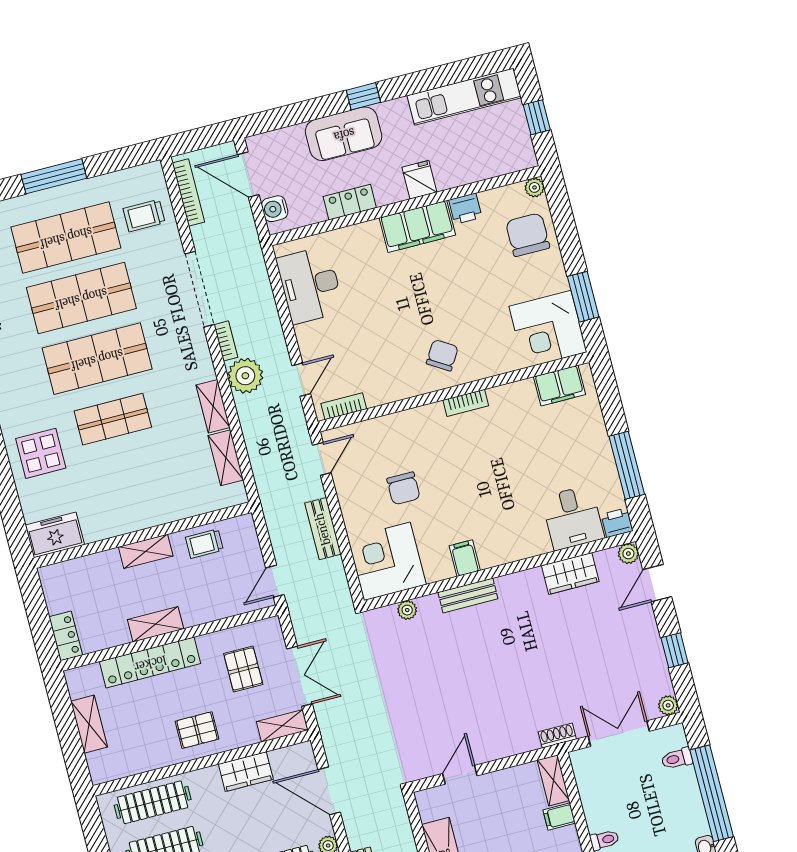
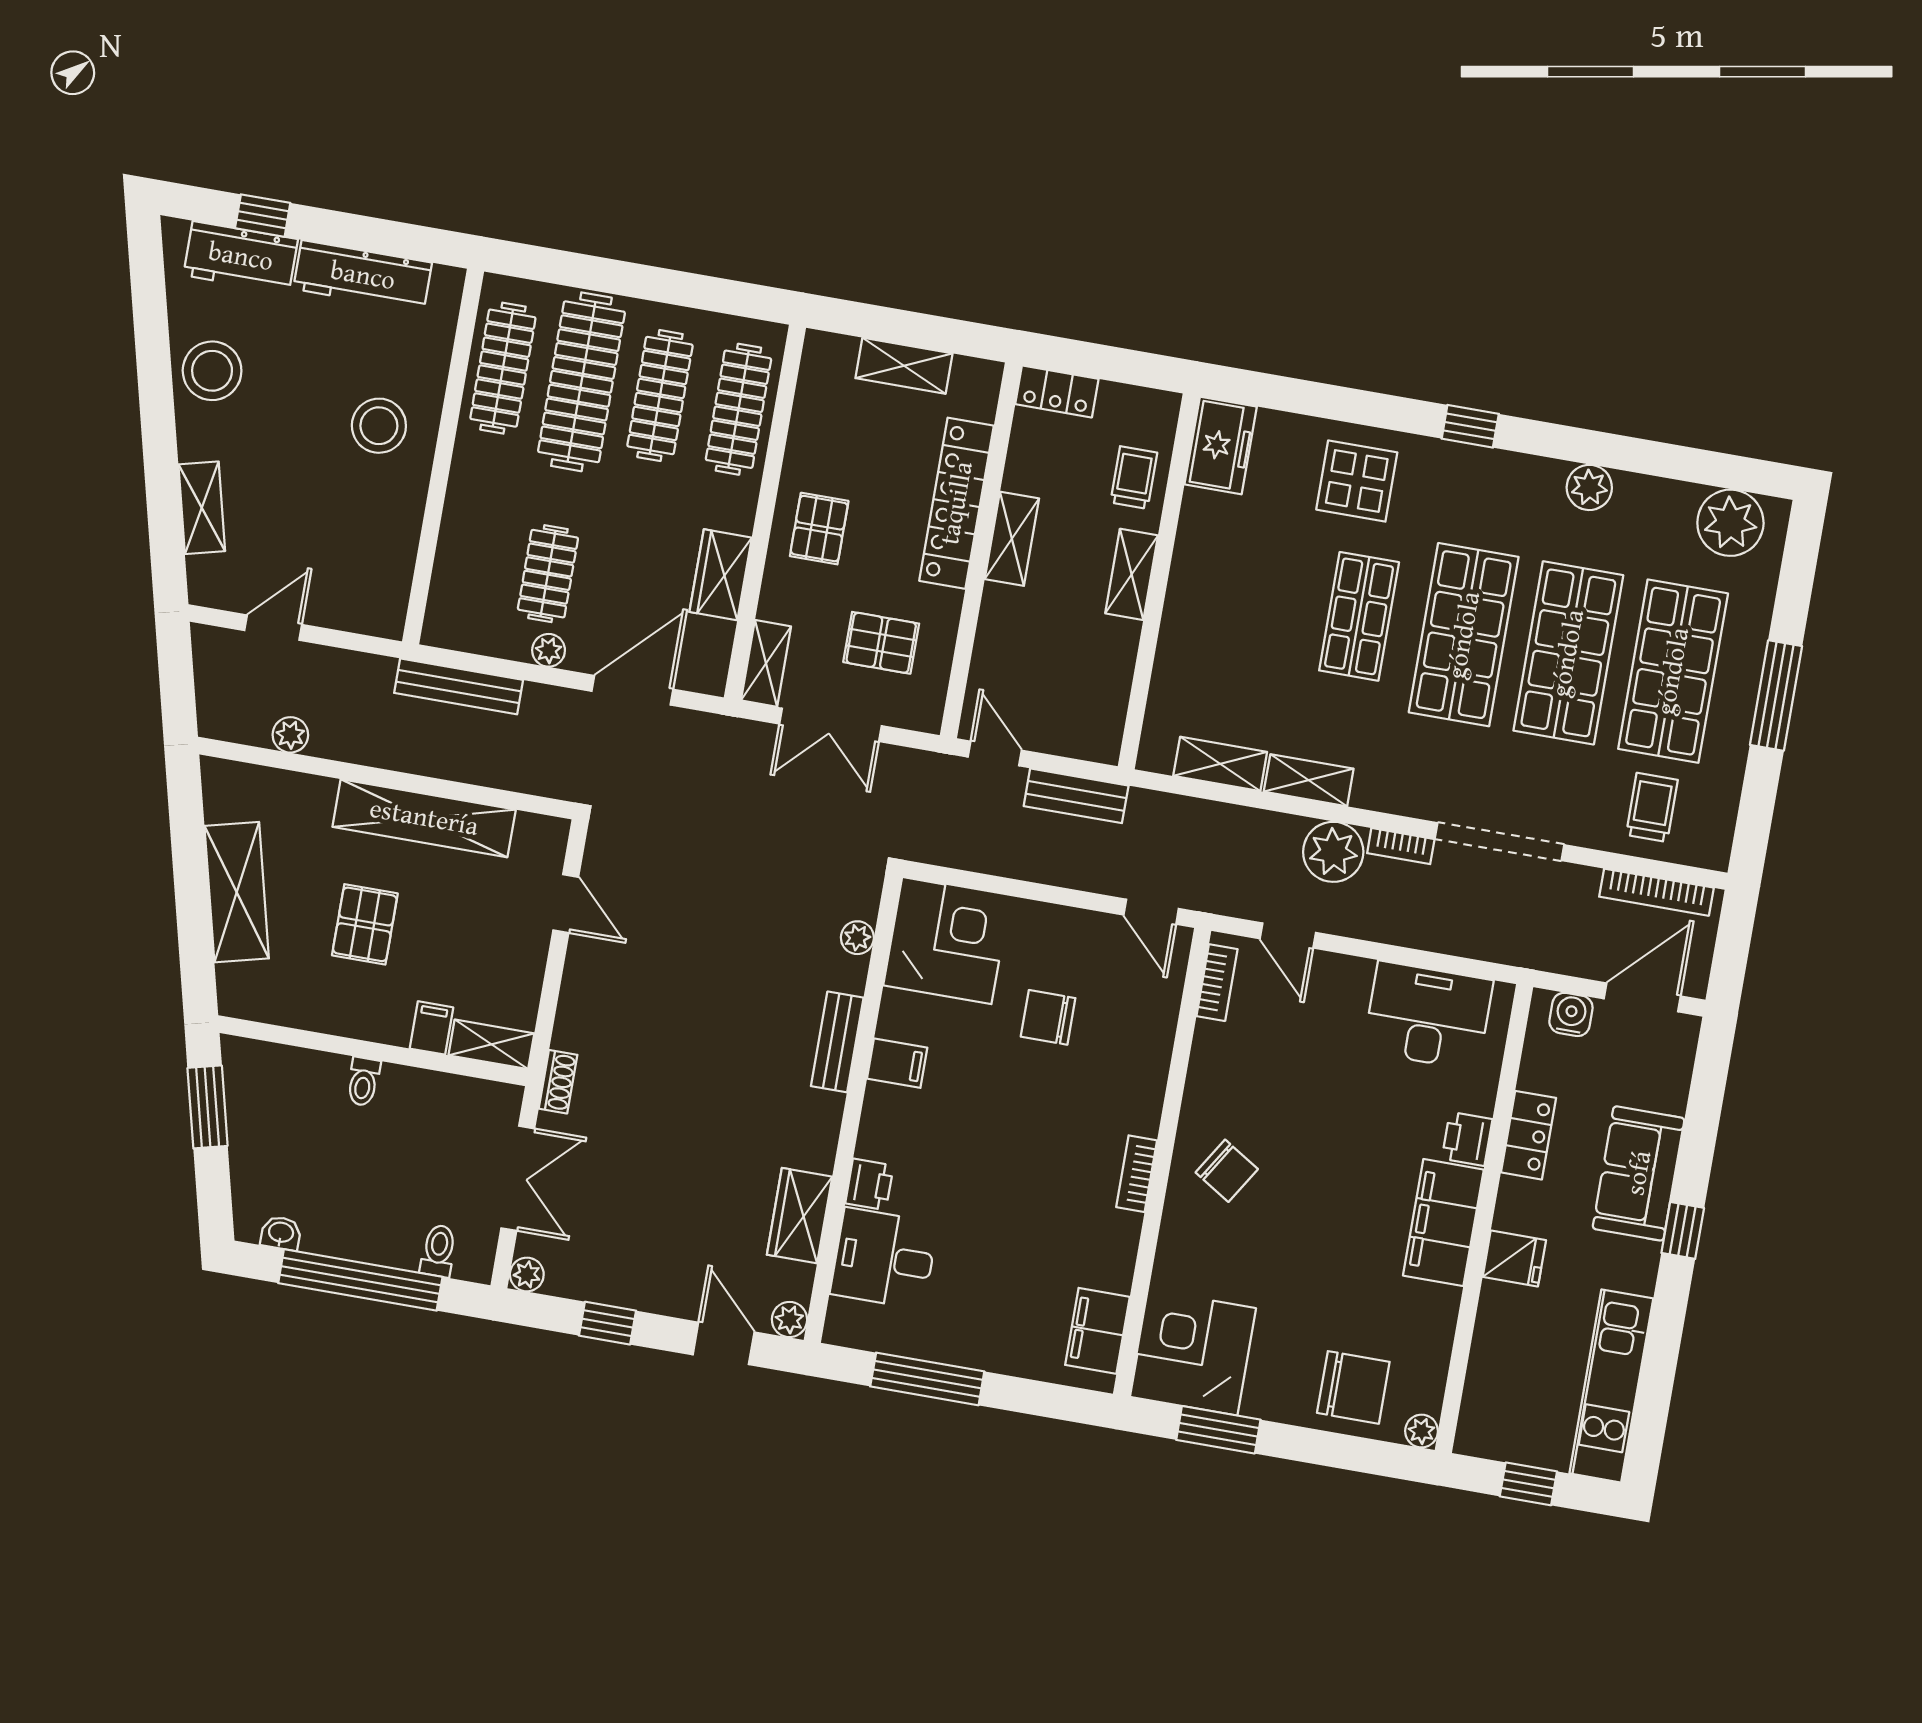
printer: (465, 209) -> (1467, 1139), moved
printer: (617, 523) -> (869, 1184), moved
bench: (323, 529) -> (1076, 796), moved
trolley: (204, 544) -> (1134, 478), moved

